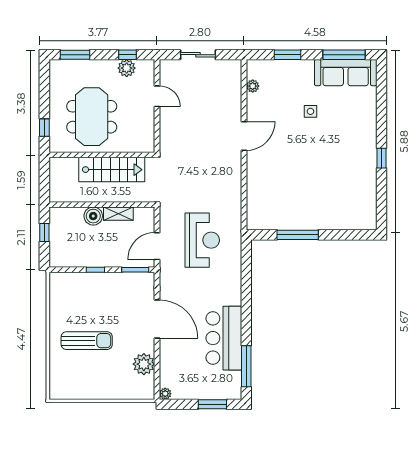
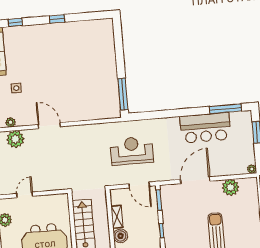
plant: (230, 90) -> (15, 139), added
window: (381, 103) -> (15, 23), added
side table: (310, 111) -> (16, 88), moved
window: (298, 235) -> (123, 94), moved

